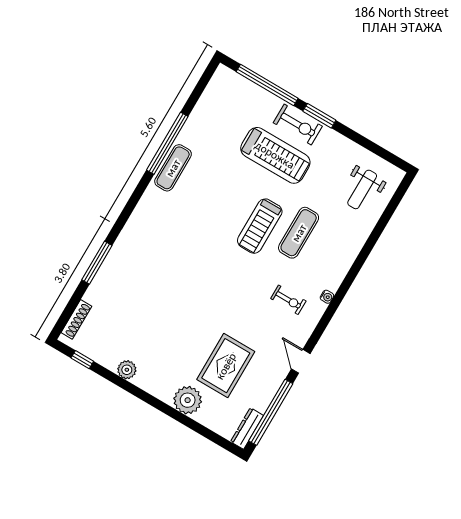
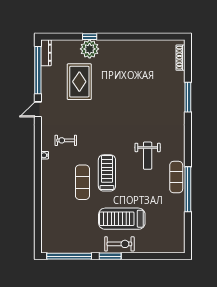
window: (267, 85) -> (69, 256), moved
exercise bike: (298, 124) -> (119, 244), turned 180
weight bench: (362, 189) -> (148, 156), moved, turned 180
window: (82, 360) -> (90, 37), moved
door: (301, 361) -> (38, 109), swing flipped
plant: (127, 370) -> (135, 46), removed

